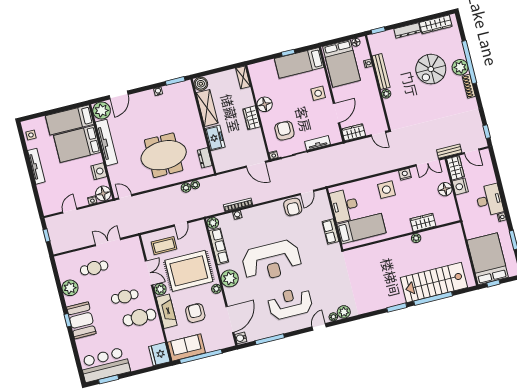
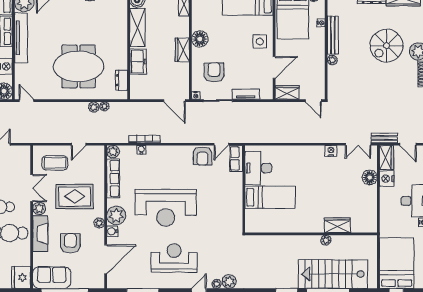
side table: (386, 190) -> (307, 162), removed
wardrobe: (423, 222) -> (337, 225), moved
row of seats: (331, 231) -> (236, 159), moved
wall: (402, 236) -> (311, 234), moved
plant: (416, 238) -> (326, 240), moved
rug: (189, 271) -> (75, 197), width x0.73, depth x0.69
water cooler: (241, 338) -> (112, 231), moved

